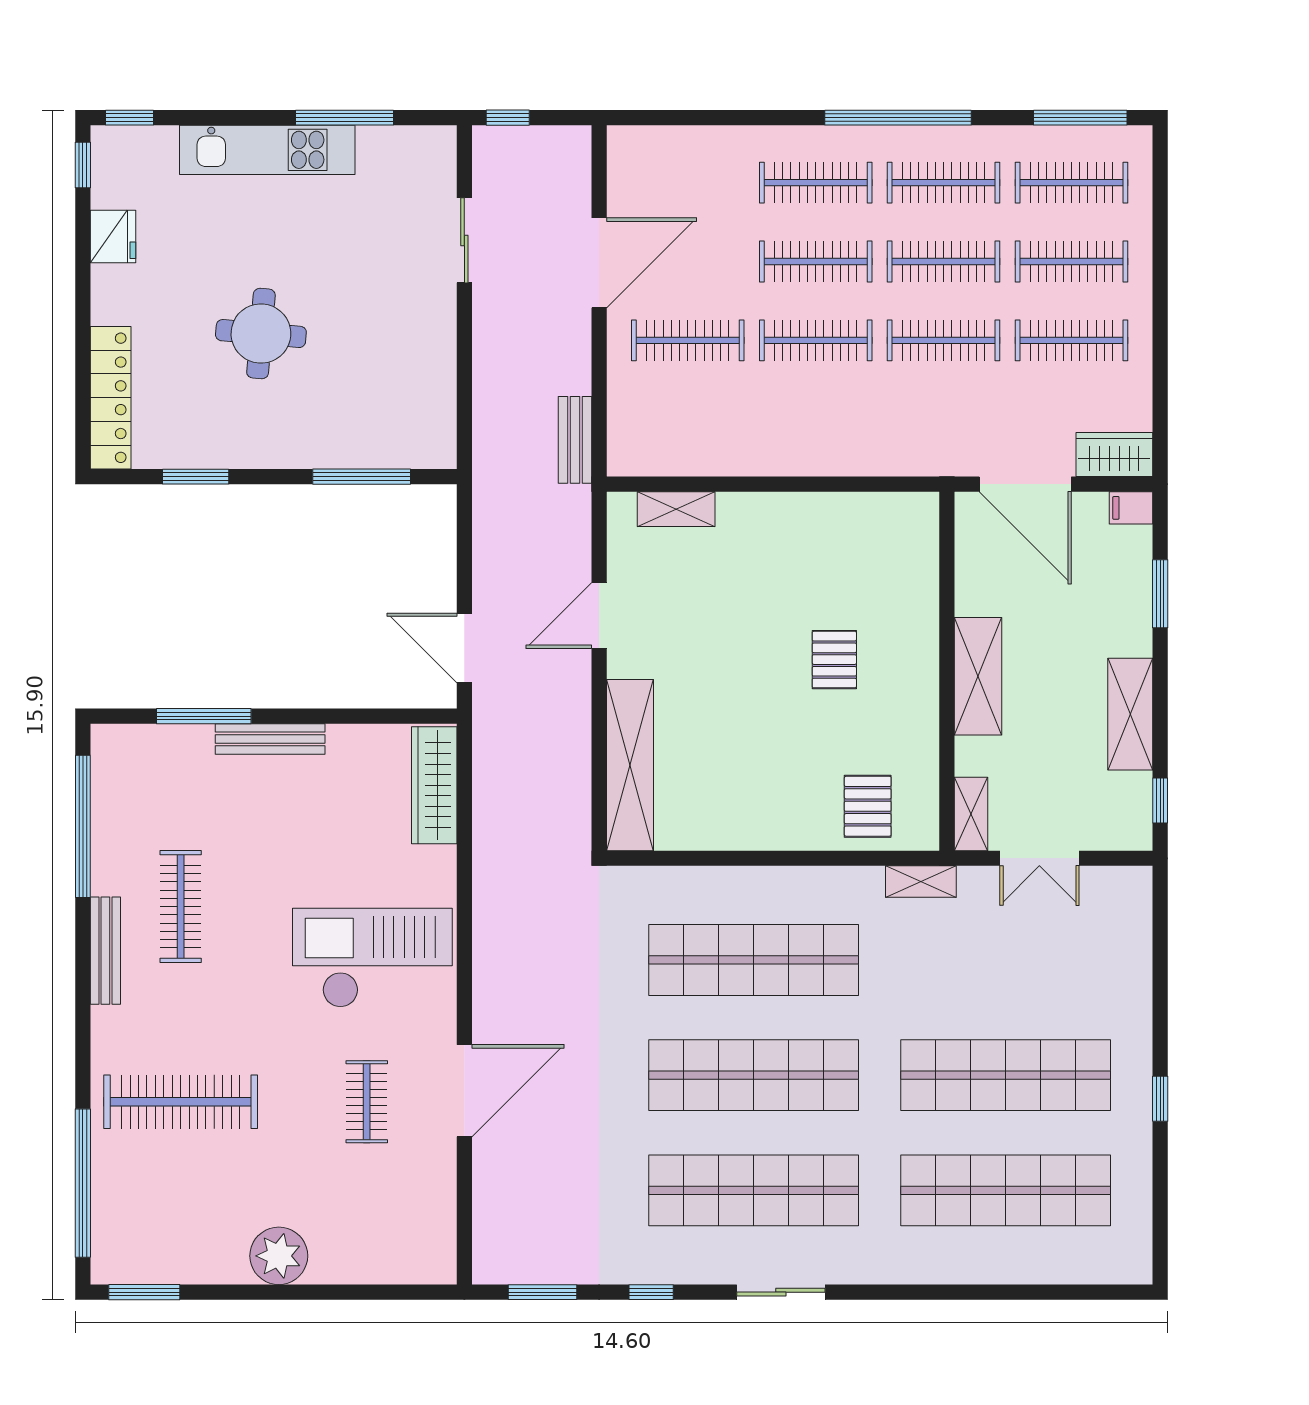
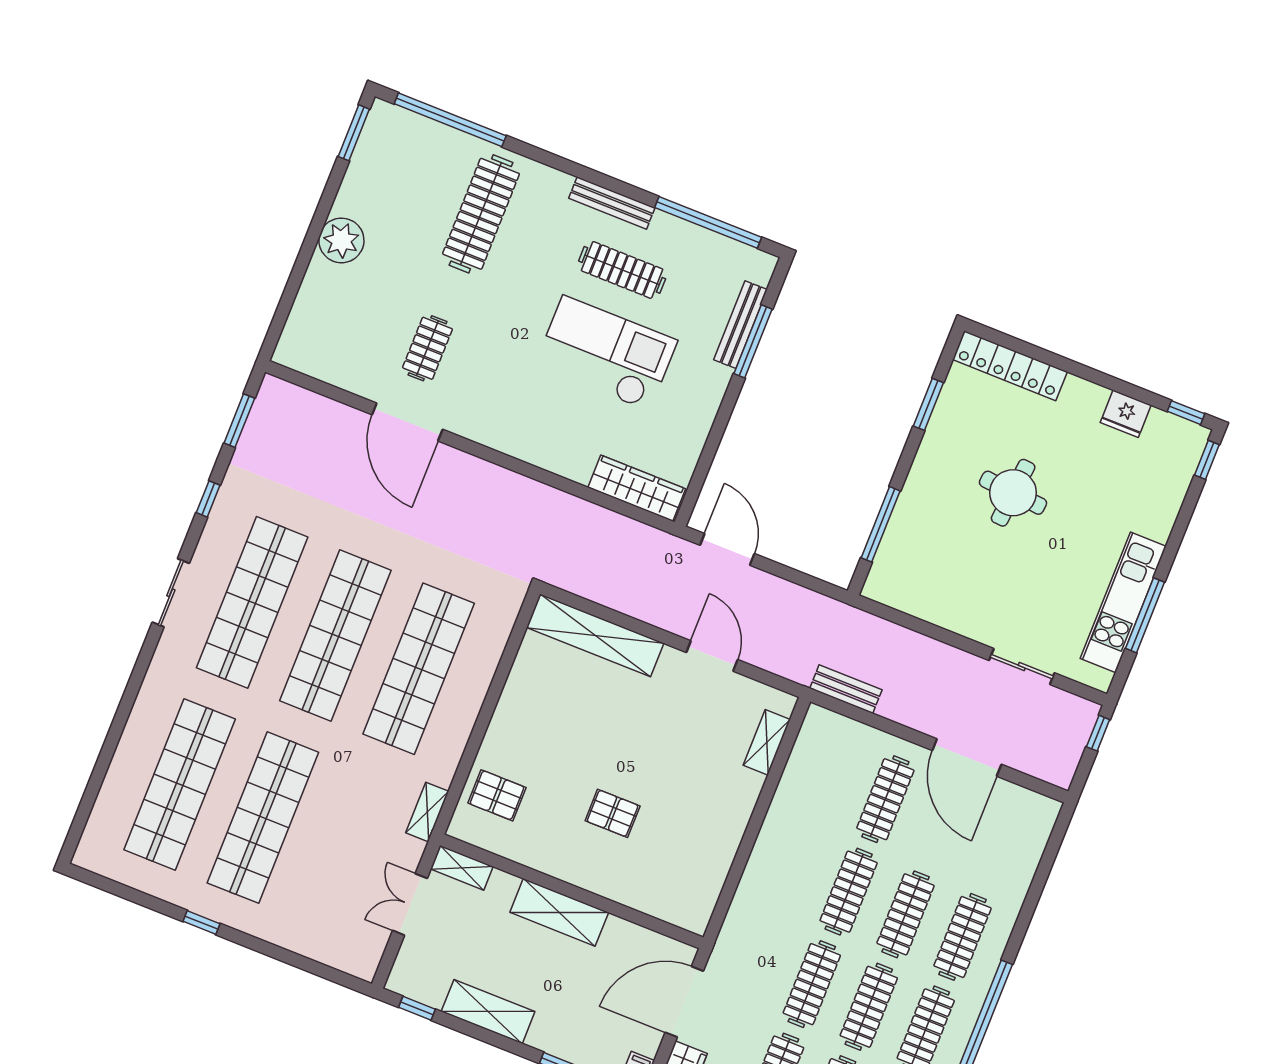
kitchen unit: (267, 150) -> (1123, 602), moved
door: (464, 648) -> (727, 549), hinge flipped
bench: (270, 739) -> (741, 325), moved
checkout: (372, 958) -> (606, 353), moved, turned -90
clothes rail: (367, 1102) -> (428, 348), turned 90

